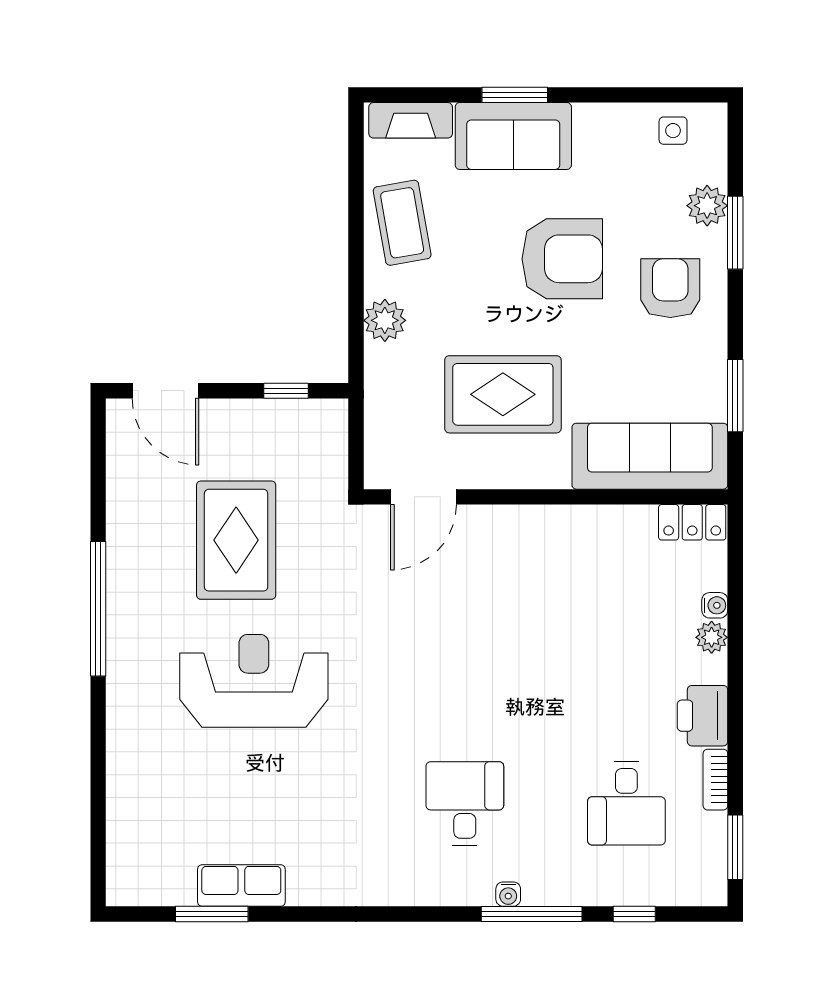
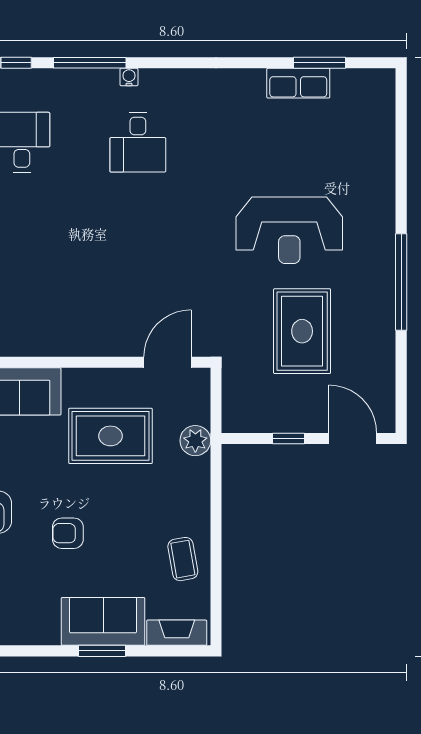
coffee table: (402, 223) -> (183, 559), width x0.73, depth x0.77
armchair: (562, 259) -> (68, 533), width x0.53, depth x0.53
plant: (385, 320) -> (195, 441), moved
window: (286, 391) -> (288, 439), moved
water cooler: (508, 894) -> (129, 77), moved

